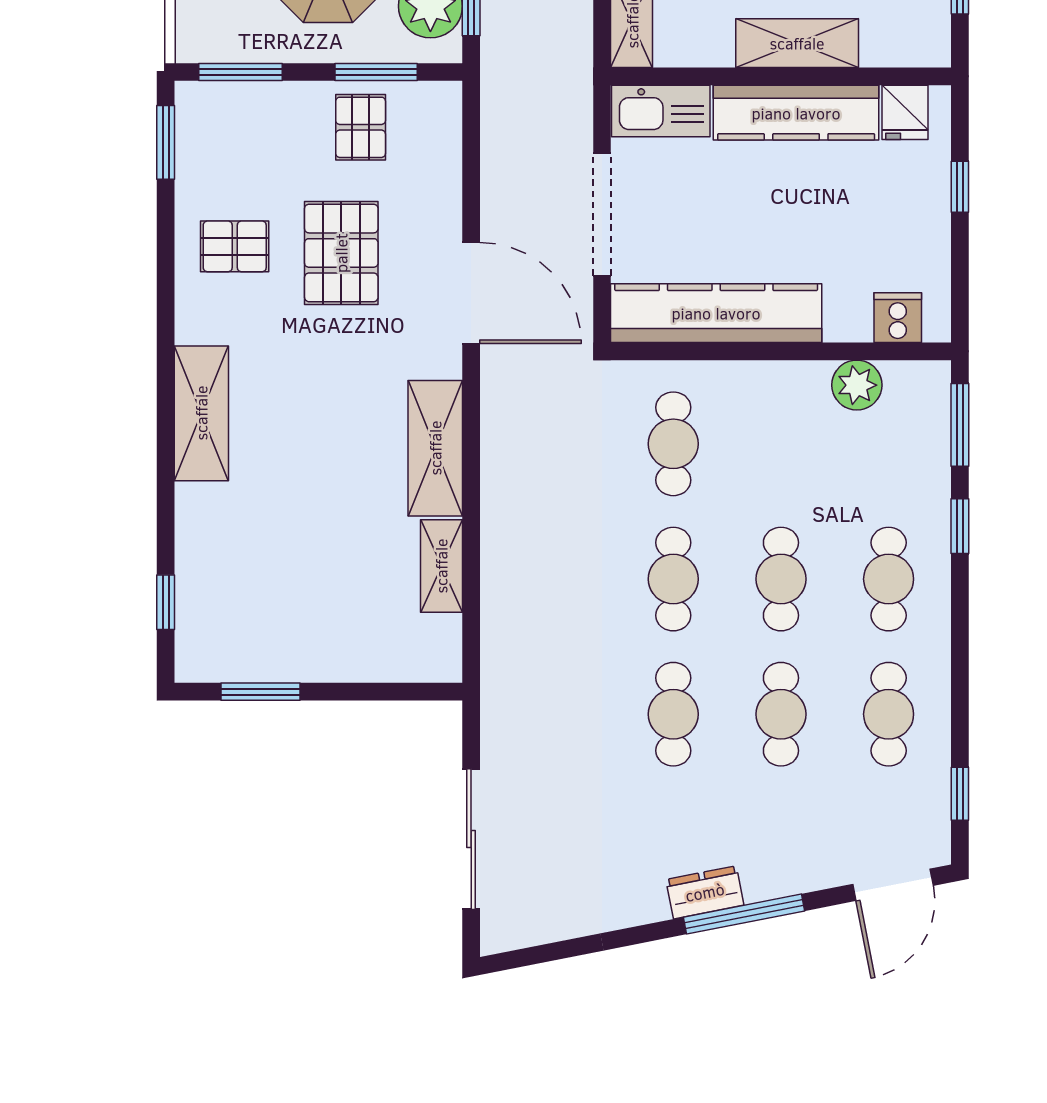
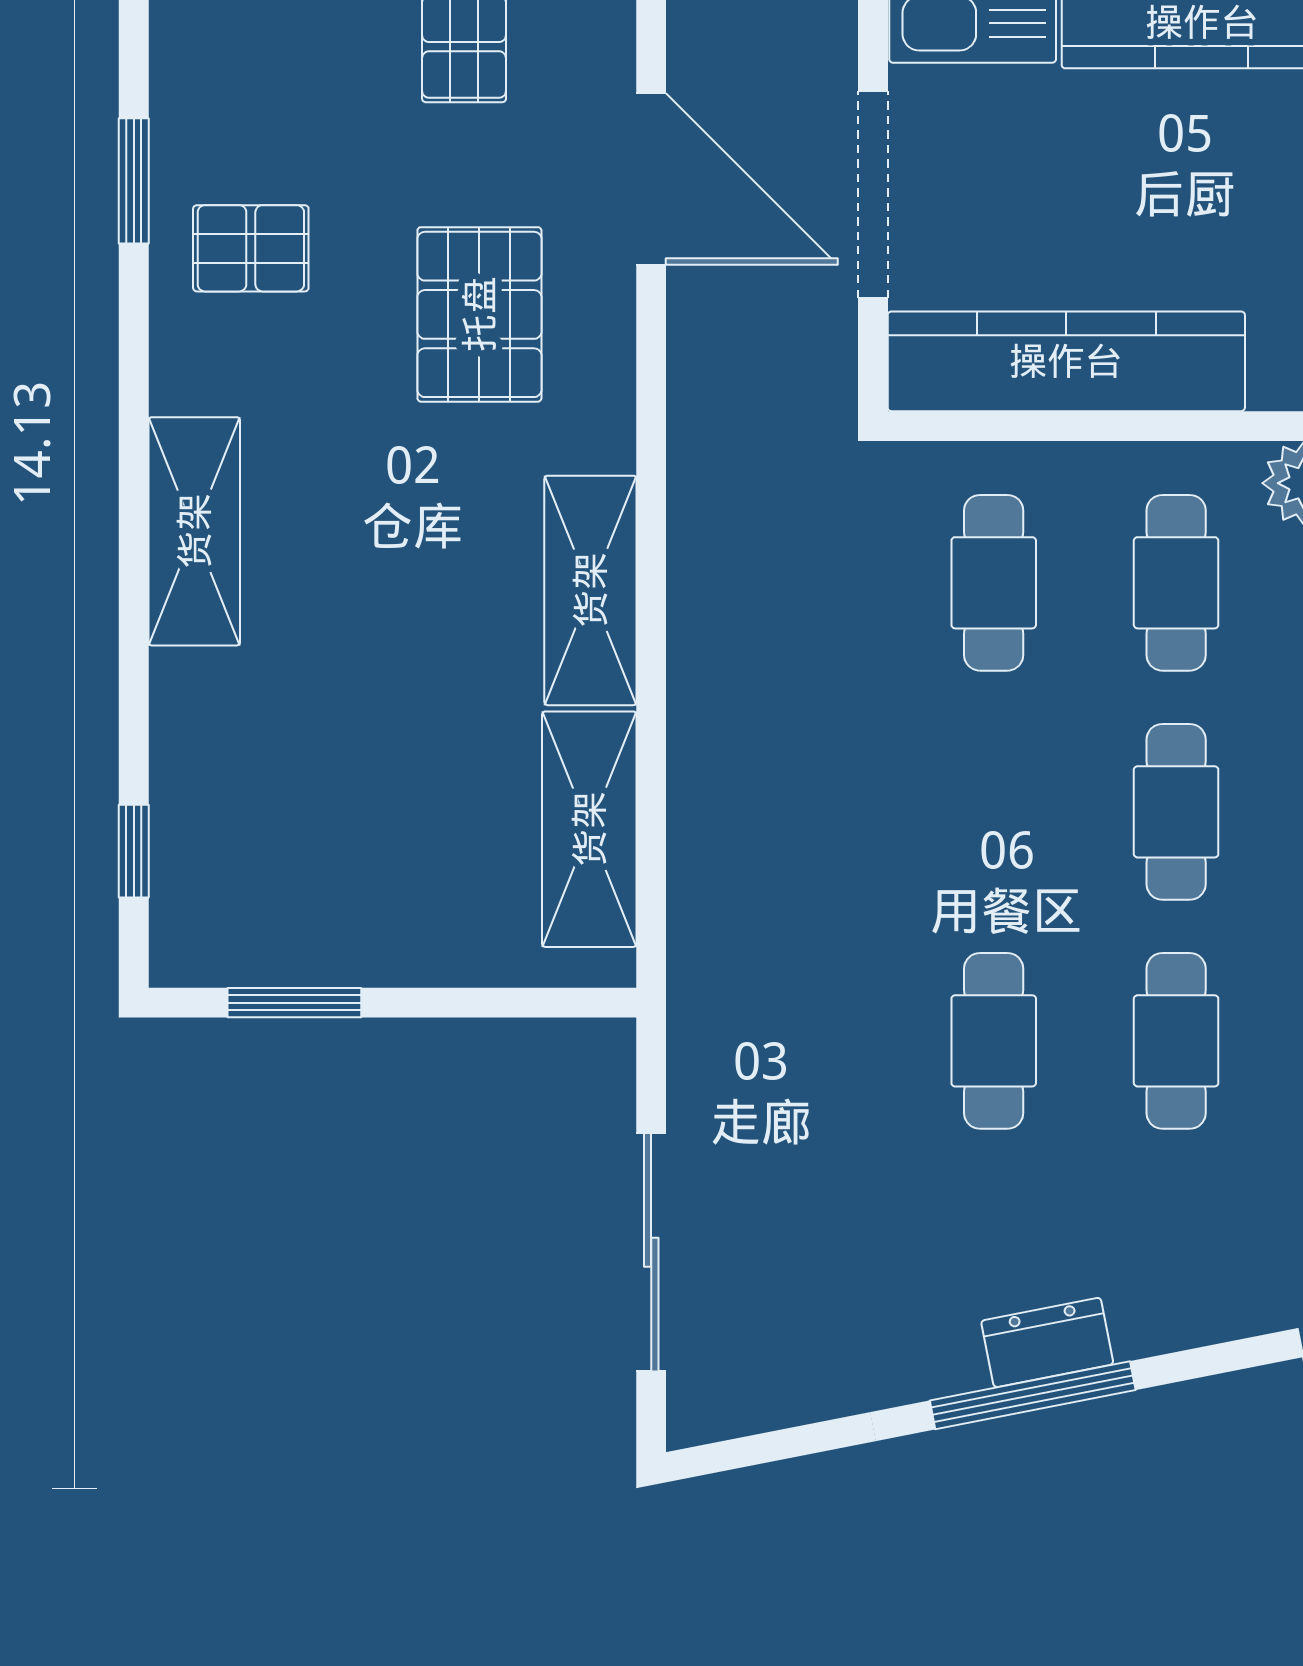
window: (166, 142) -> (134, 181), moved
pallet: (341, 253) -> (479, 314), moved
door: (471, 293) -> (651, 179), moved
shelving: (441, 566) -> (589, 829), width x1.50, depth x1.33
cafe table: (673, 579) -> (1176, 583), moved
window: (744, 914) -> (1033, 1395), moved

